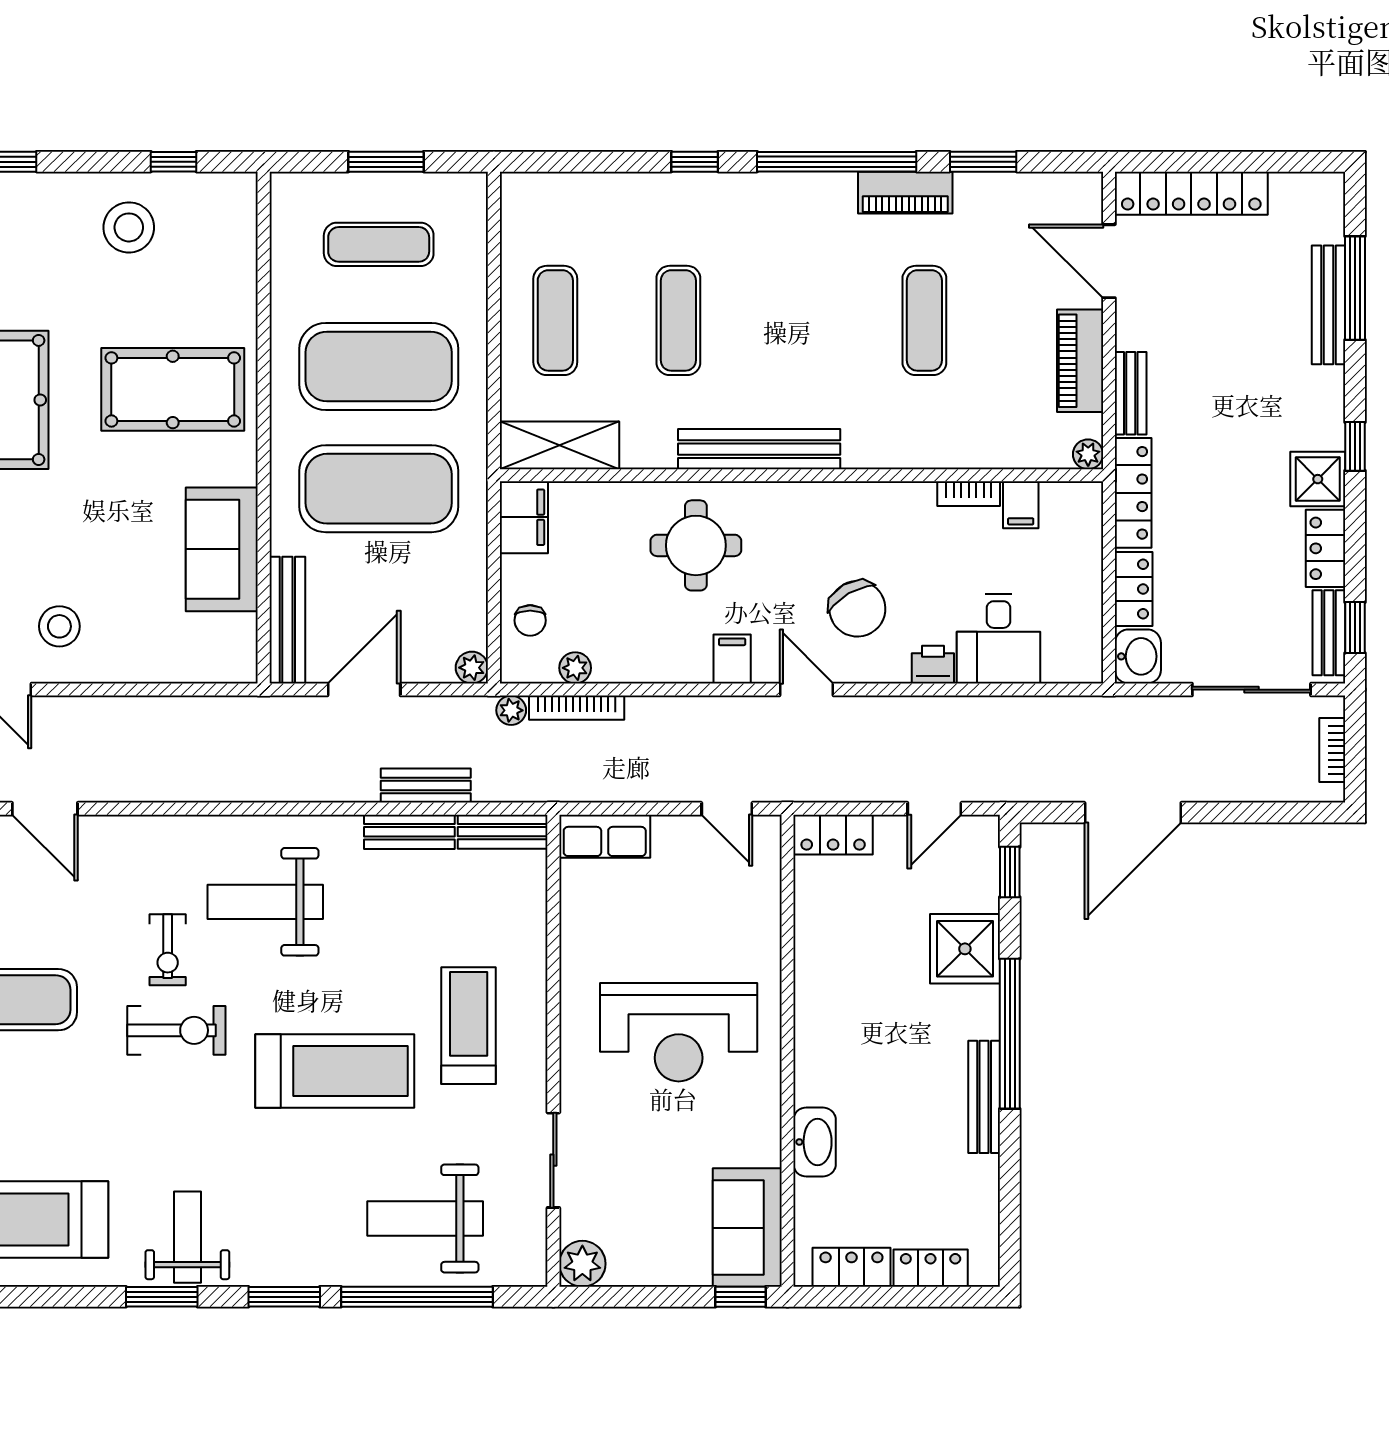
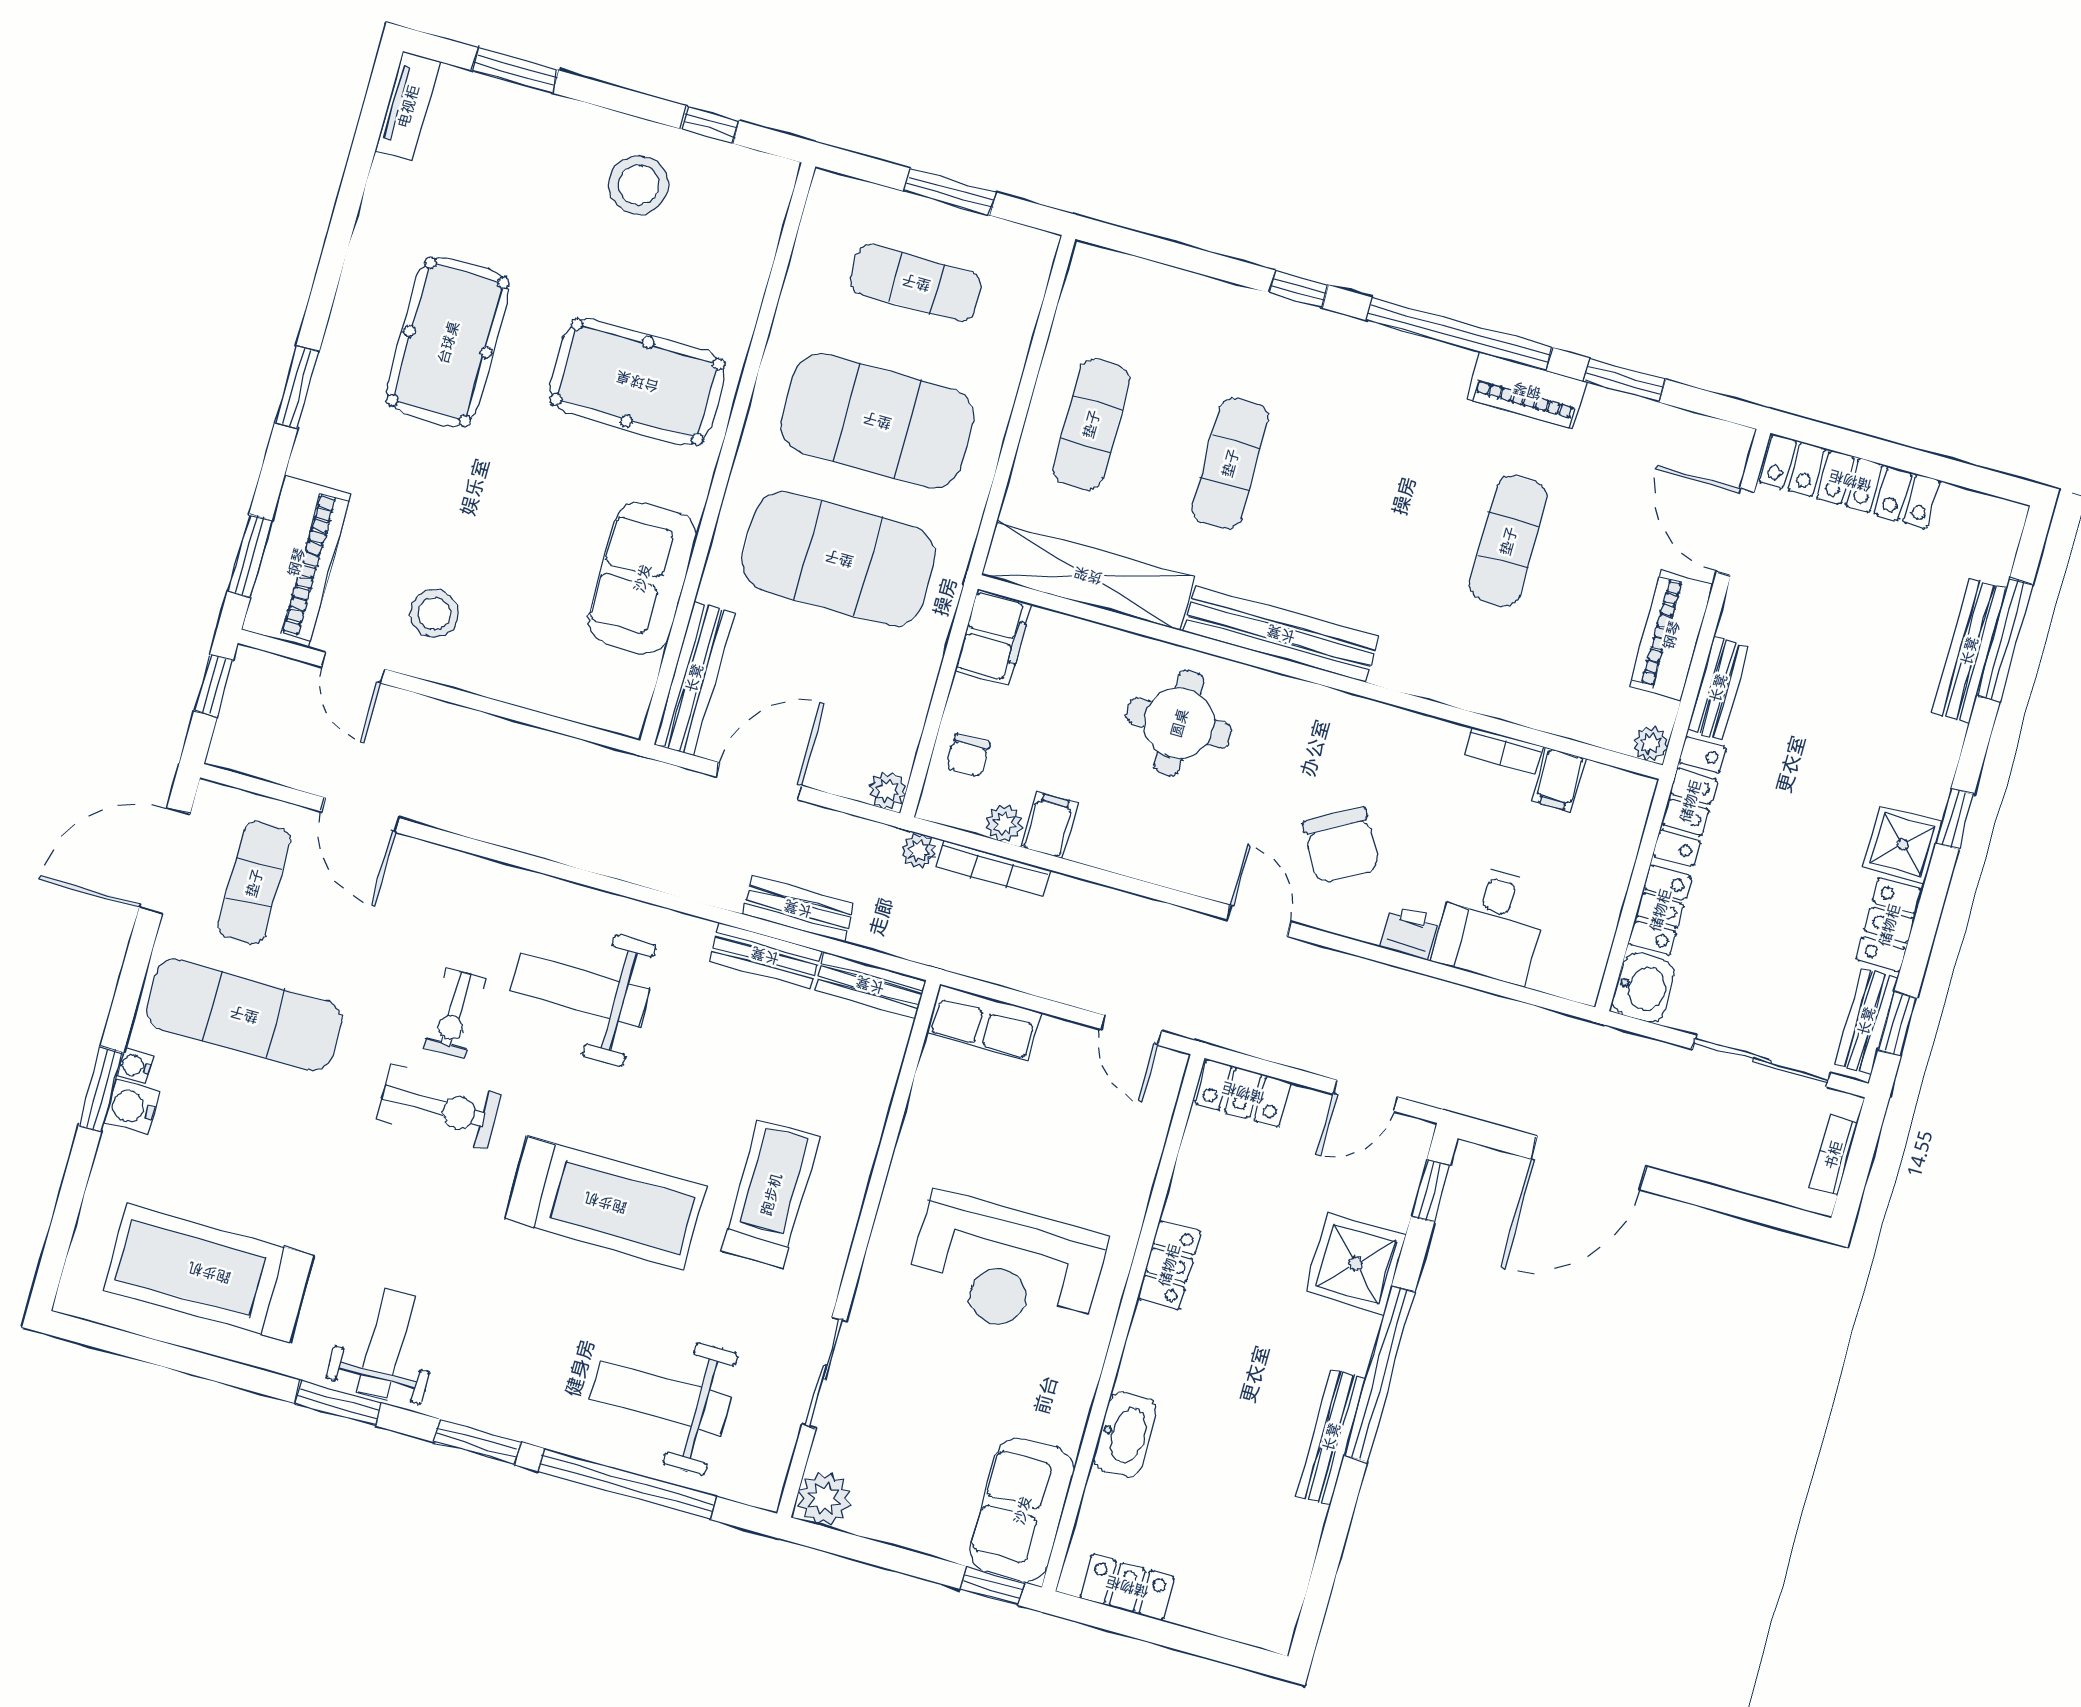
shelving: (559, 445) -> (1088, 576), width x1.47
filing cabinet: (732, 659) -> (1049, 825), moved
locker: (931, 1268) -> (1169, 1265), moved, turned 90

